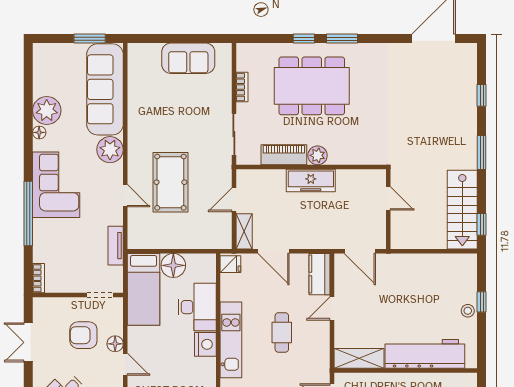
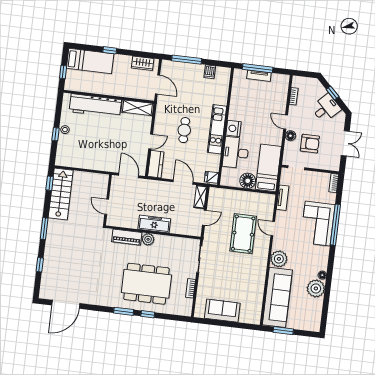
piano: (284, 155) -> (127, 237), moved
corner sofa: (56, 185) -> (318, 224), moved

